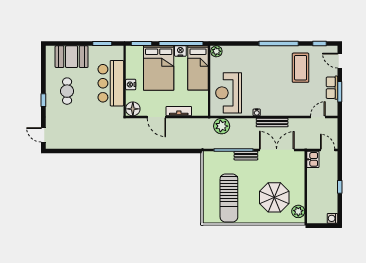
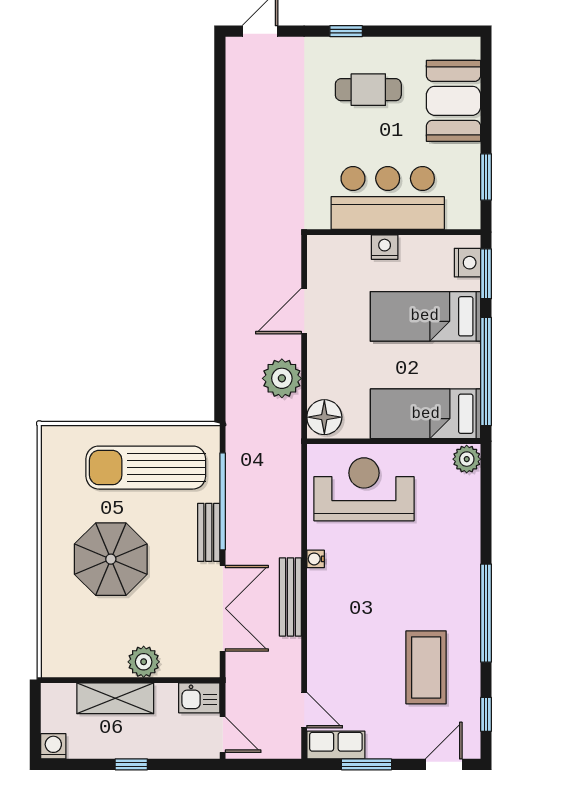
nightstand: (180, 51) -> (467, 263), moved
bed: (159, 68) -> (425, 316), width x0.67
coffee table: (301, 68) -> (426, 667), turned 90
row of seats: (332, 88) -> (336, 745), moved
floor lamp: (133, 109) -> (324, 417), moved
tv unit: (179, 111) -> (319, 366), removed
plant: (222, 126) -> (282, 378), moved
door: (328, 150) -> (223, 735), hinge flipped
shelving: (313, 193) -> (115, 698), added
parasol: (274, 197) -> (111, 559), moved
sun lounger: (229, 198) -> (146, 468), moved
plant: (298, 211) -> (144, 662), moved

